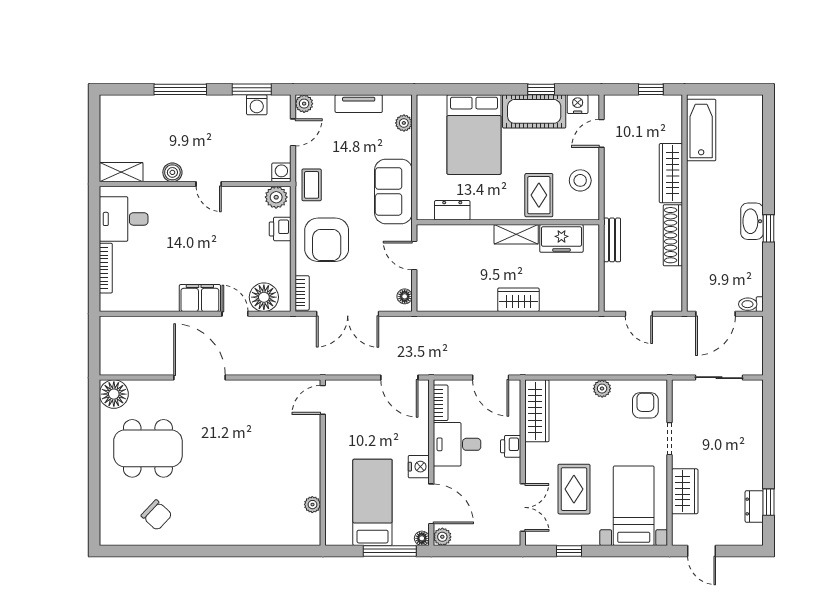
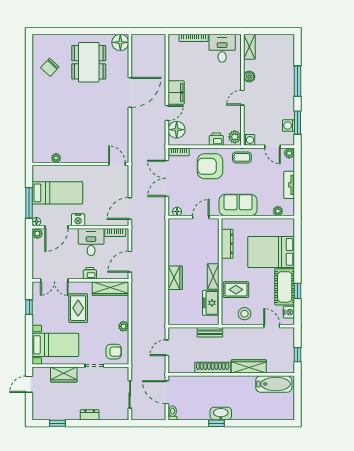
dresser: (452, 210) -> (227, 244), width x1.44
rug: (574, 489) -> (78, 308), moved, turned 90
dresser: (754, 507) -> (90, 415), moved

